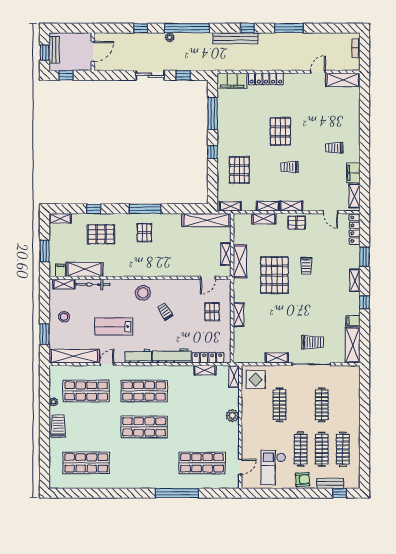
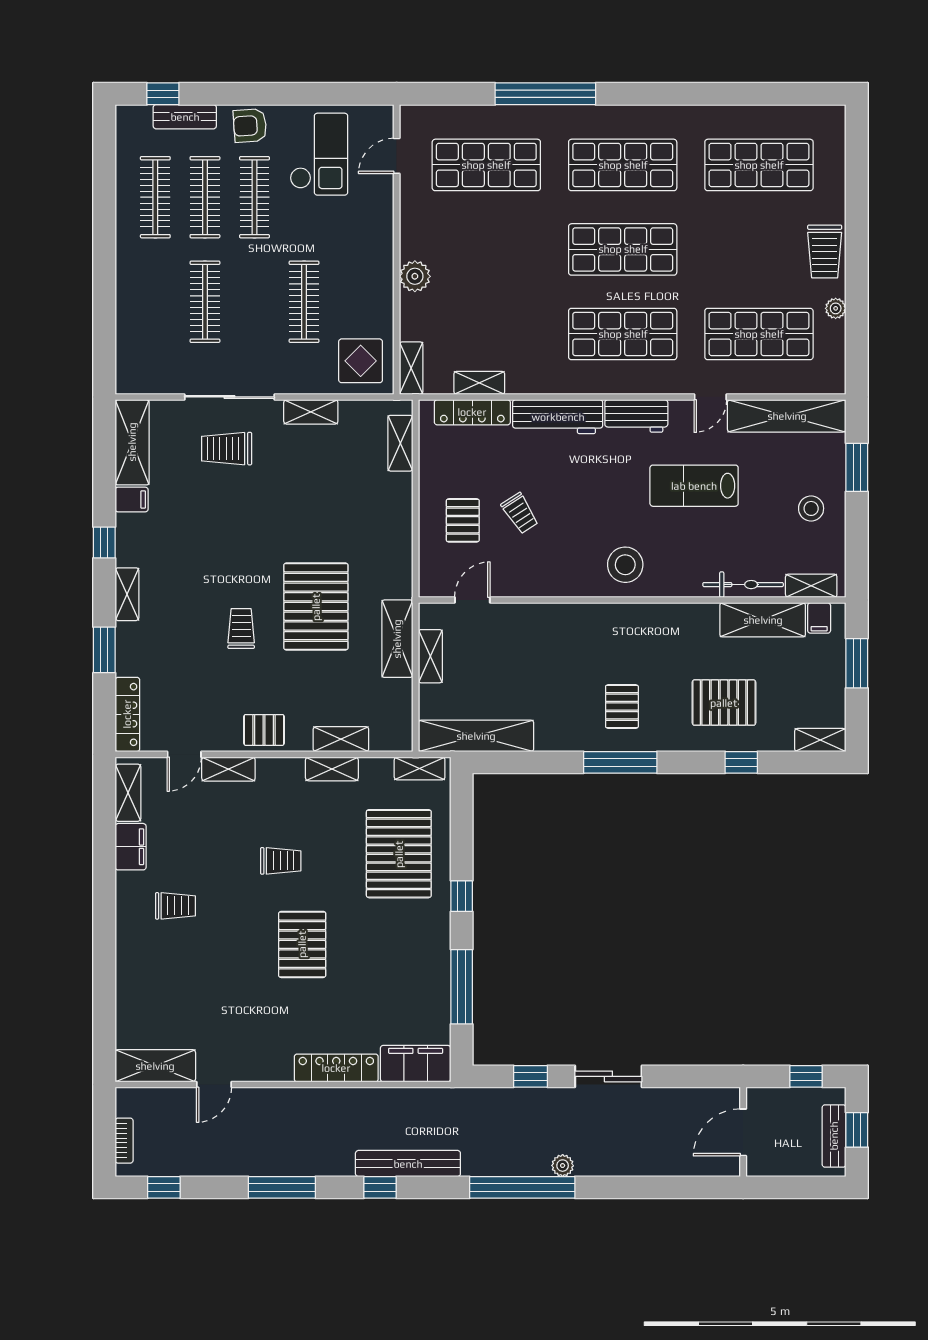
window: (141, 28) -> (164, 1187), moved
pallet: (239, 170) -> (399, 854), width x1.37, depth x1.41
shelving: (291, 206) -> (228, 769), moved
door: (331, 212) -> (184, 754), swing flipped
trolley: (165, 312) -> (520, 513), moved
shelving: (239, 315) -> (400, 443), moved
lab bench: (114, 327) -> (694, 486), turned 180
shop shelf: (144, 463) -> (623, 165), added

